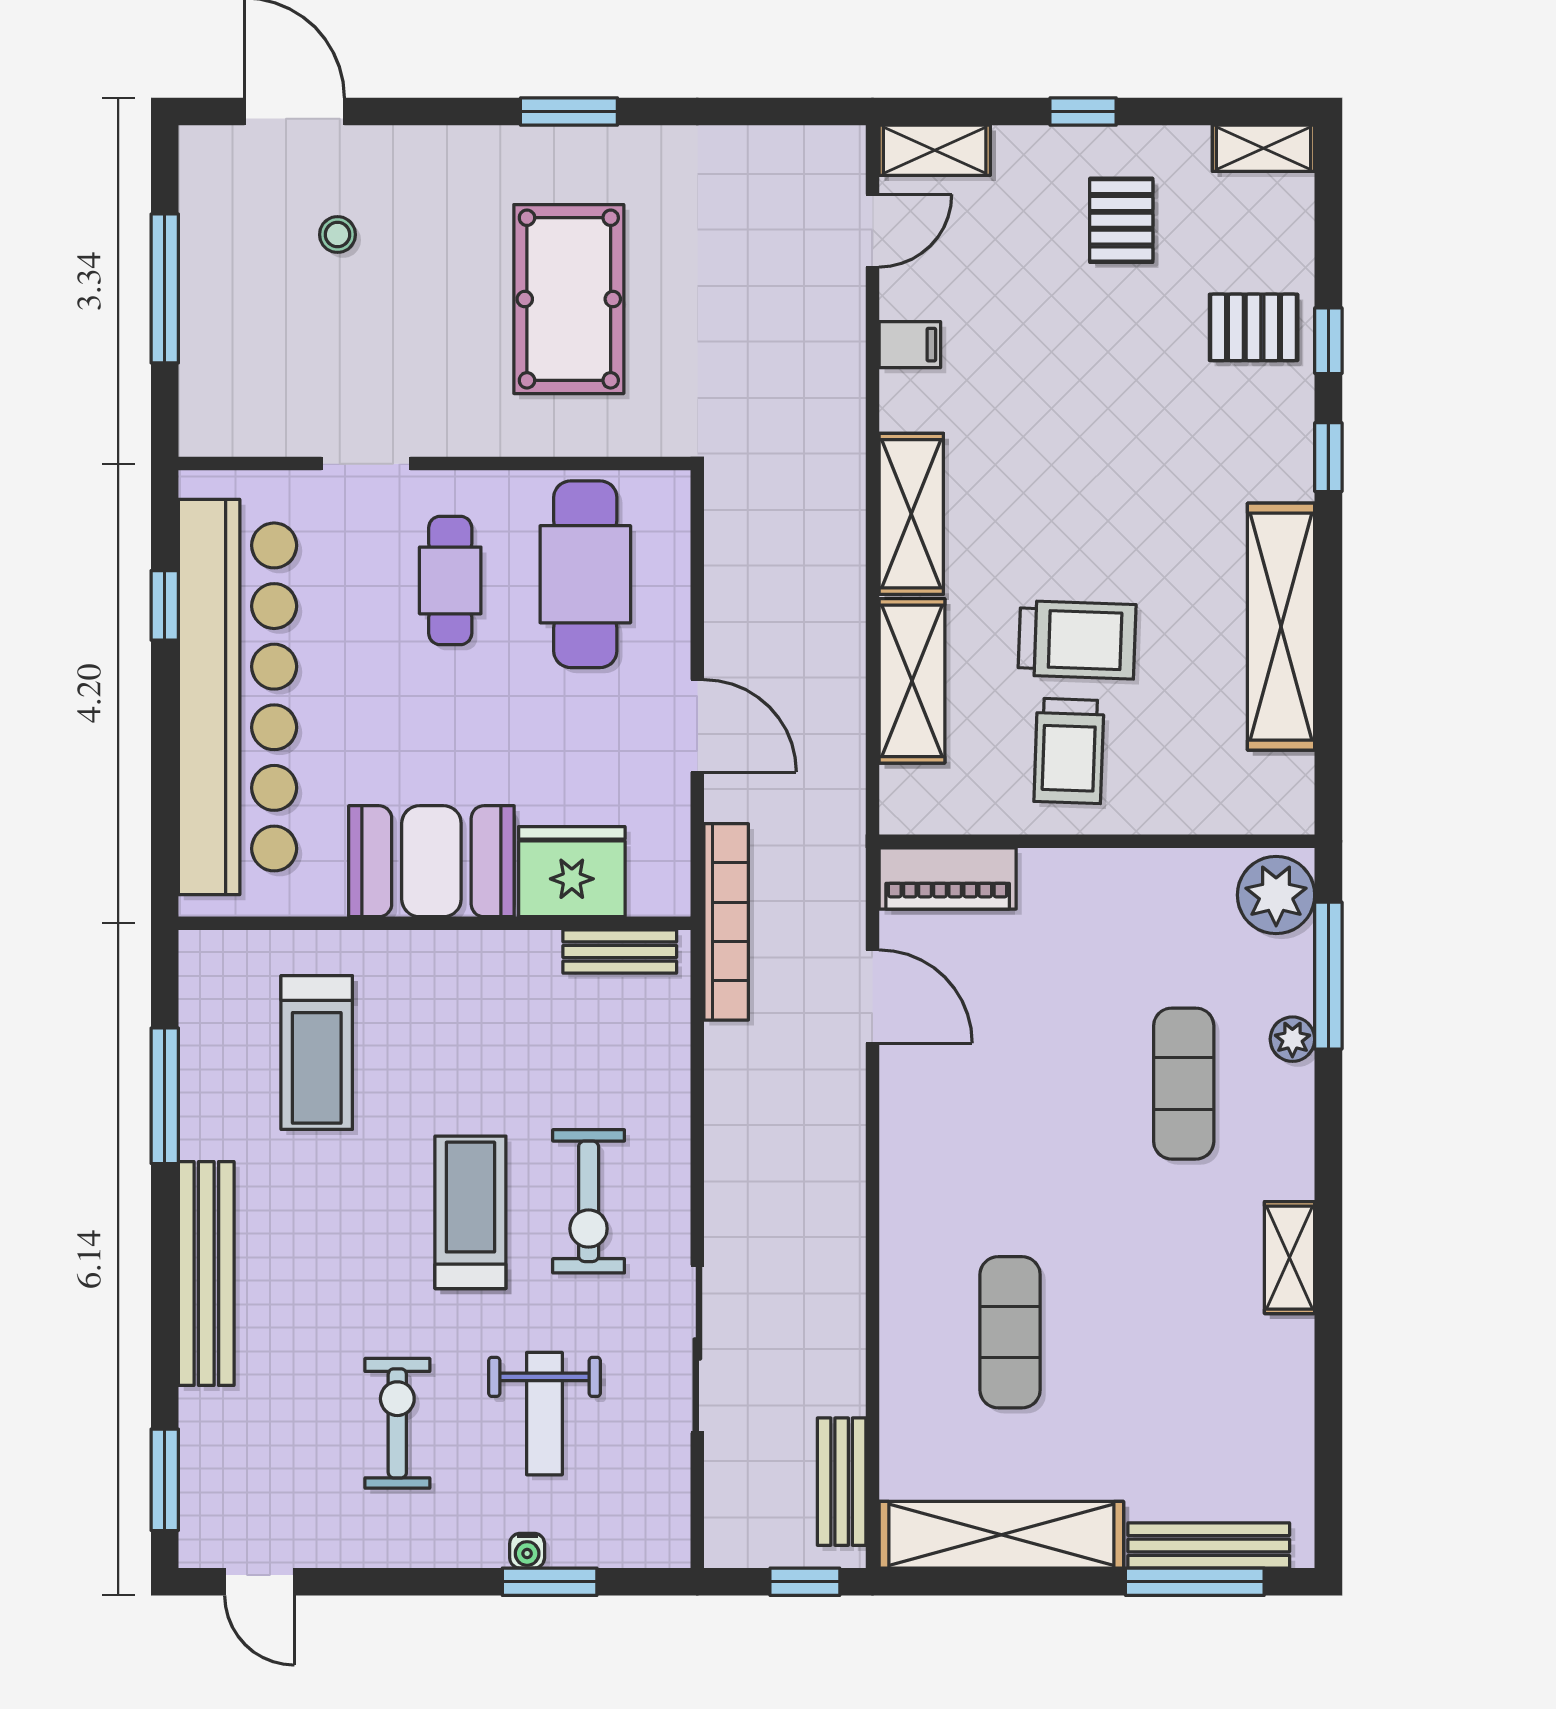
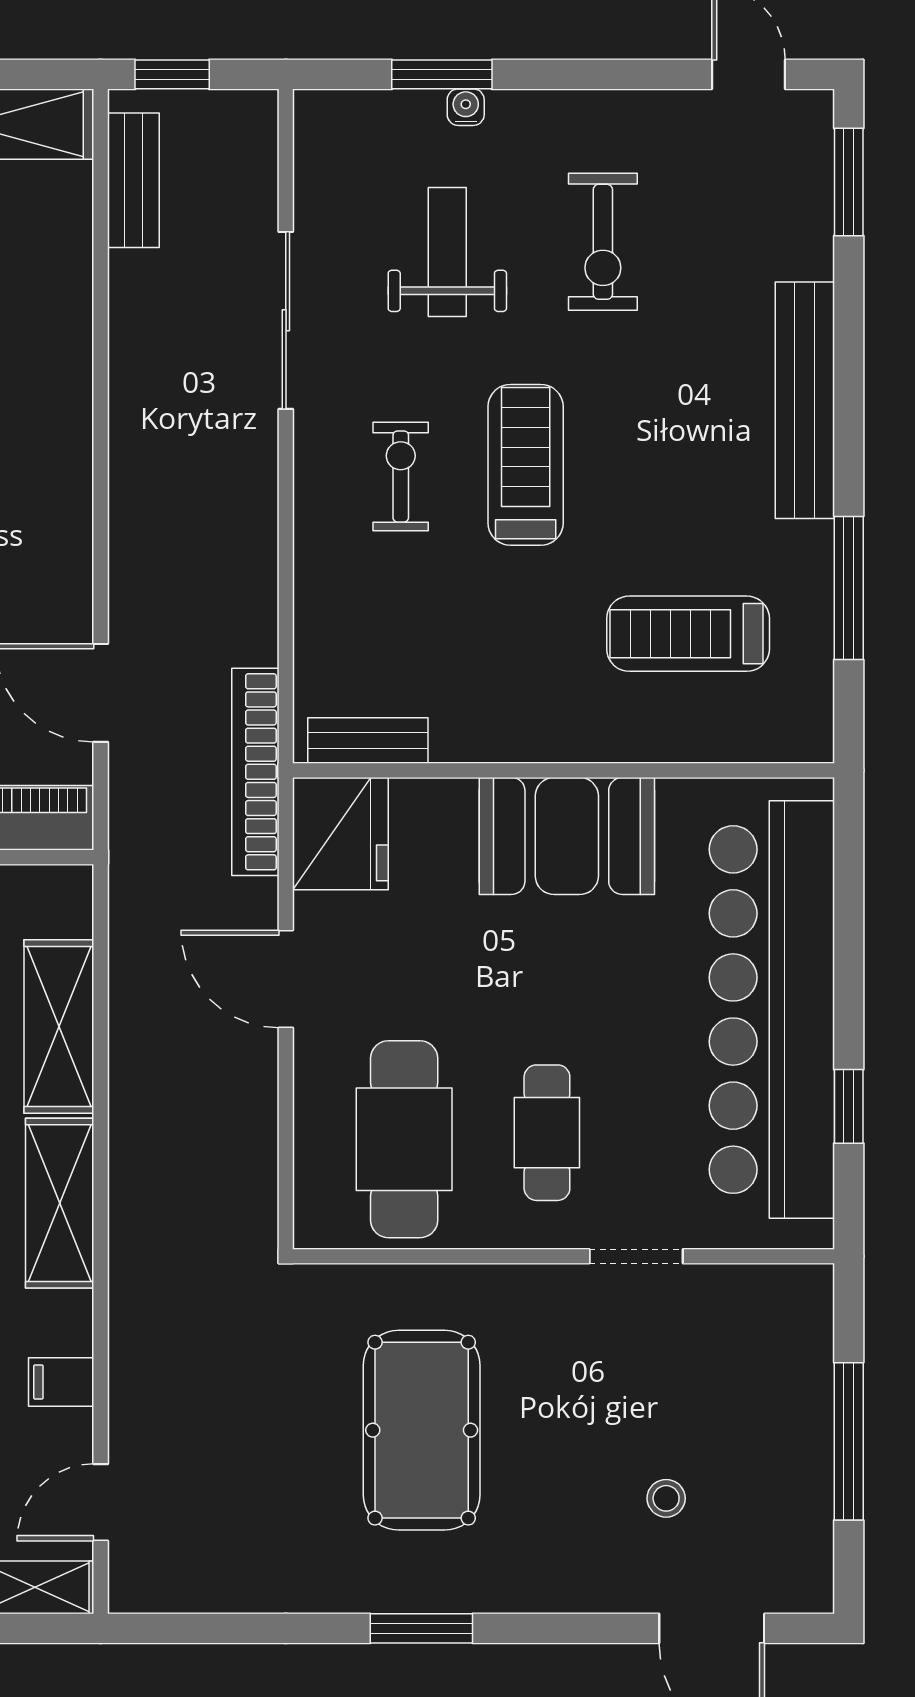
fridge: (572, 872) -> (340, 834), moved, turned -90
treadmill: (317, 1053) -> (688, 634), turned -90
exercise bike: (589, 1201) -> (401, 476), width x0.73, depth x0.72
treadmill: (470, 1212) -> (526, 465), turned 180

